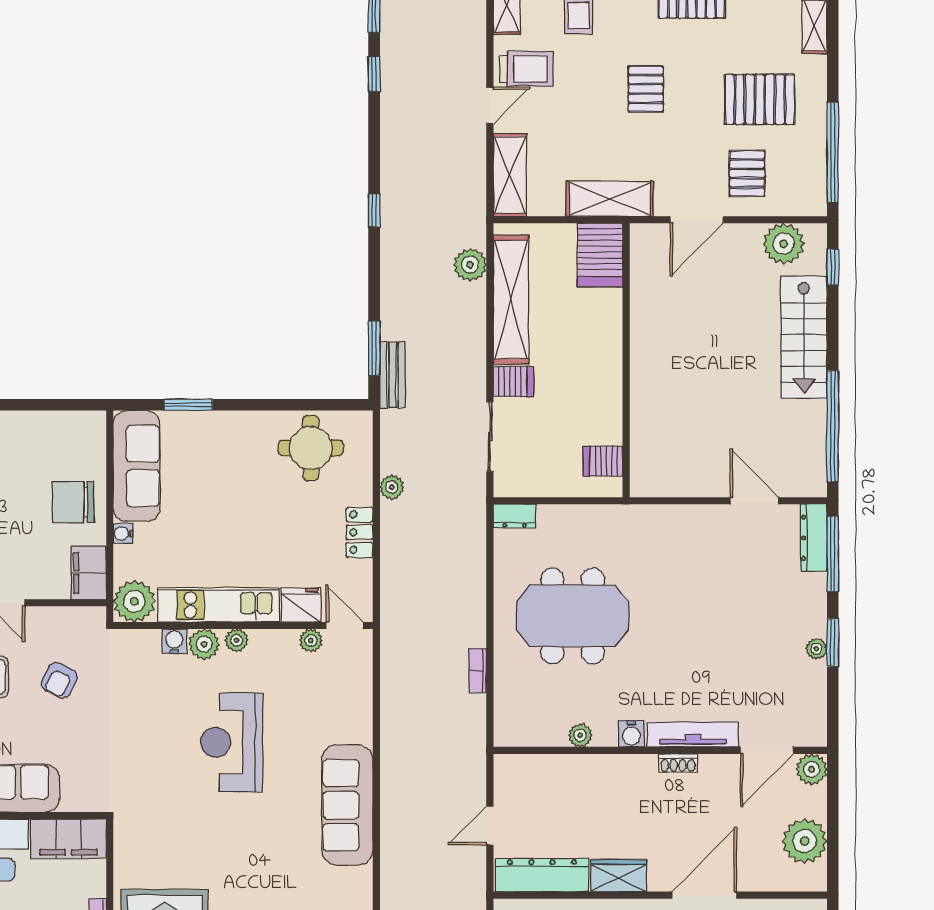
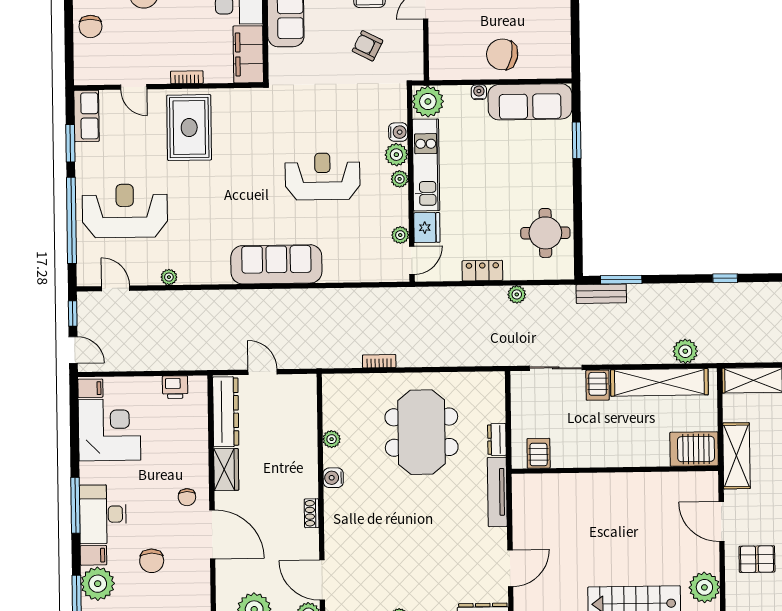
chair: (73, 502) -> (502, 54), turned -79
dresser: (515, 516) -> (497, 439), moved
filing cabinet: (89, 573) -> (449, 67), removed
tv unit: (693, 735) -> (497, 492), moved, turned 180

